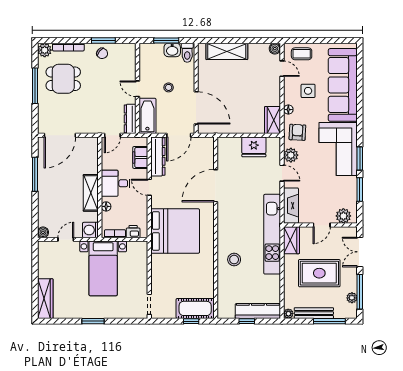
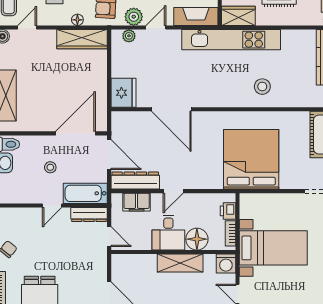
wardrobe: (273, 120) -> (82, 39), width x1.50
fridge: (254, 147) -> (123, 93), moved
plant: (275, 151) -> (129, 36), added
floor lamp: (106, 206) -> (197, 239), width x1.89, depth x1.89
bed: (175, 231) -> (251, 159), moved

